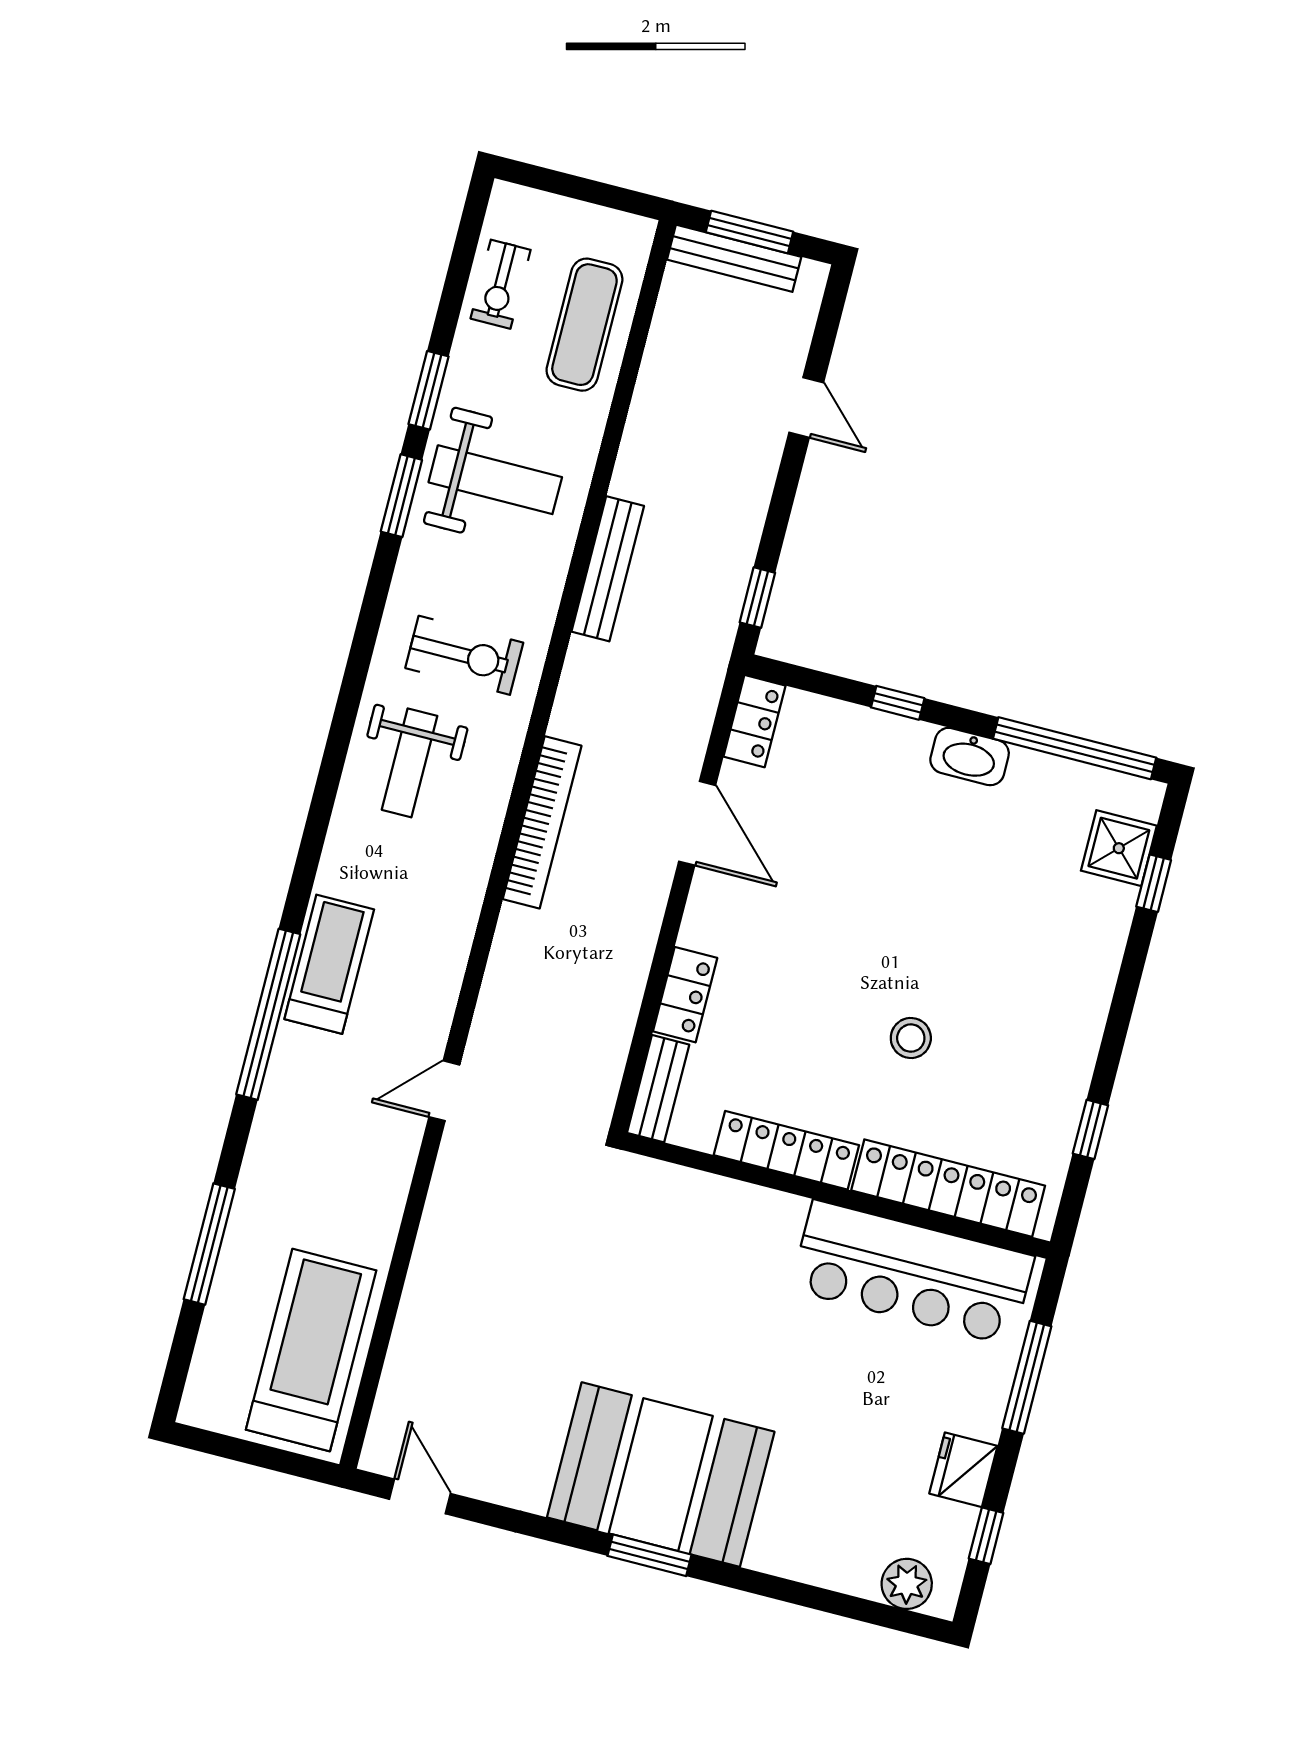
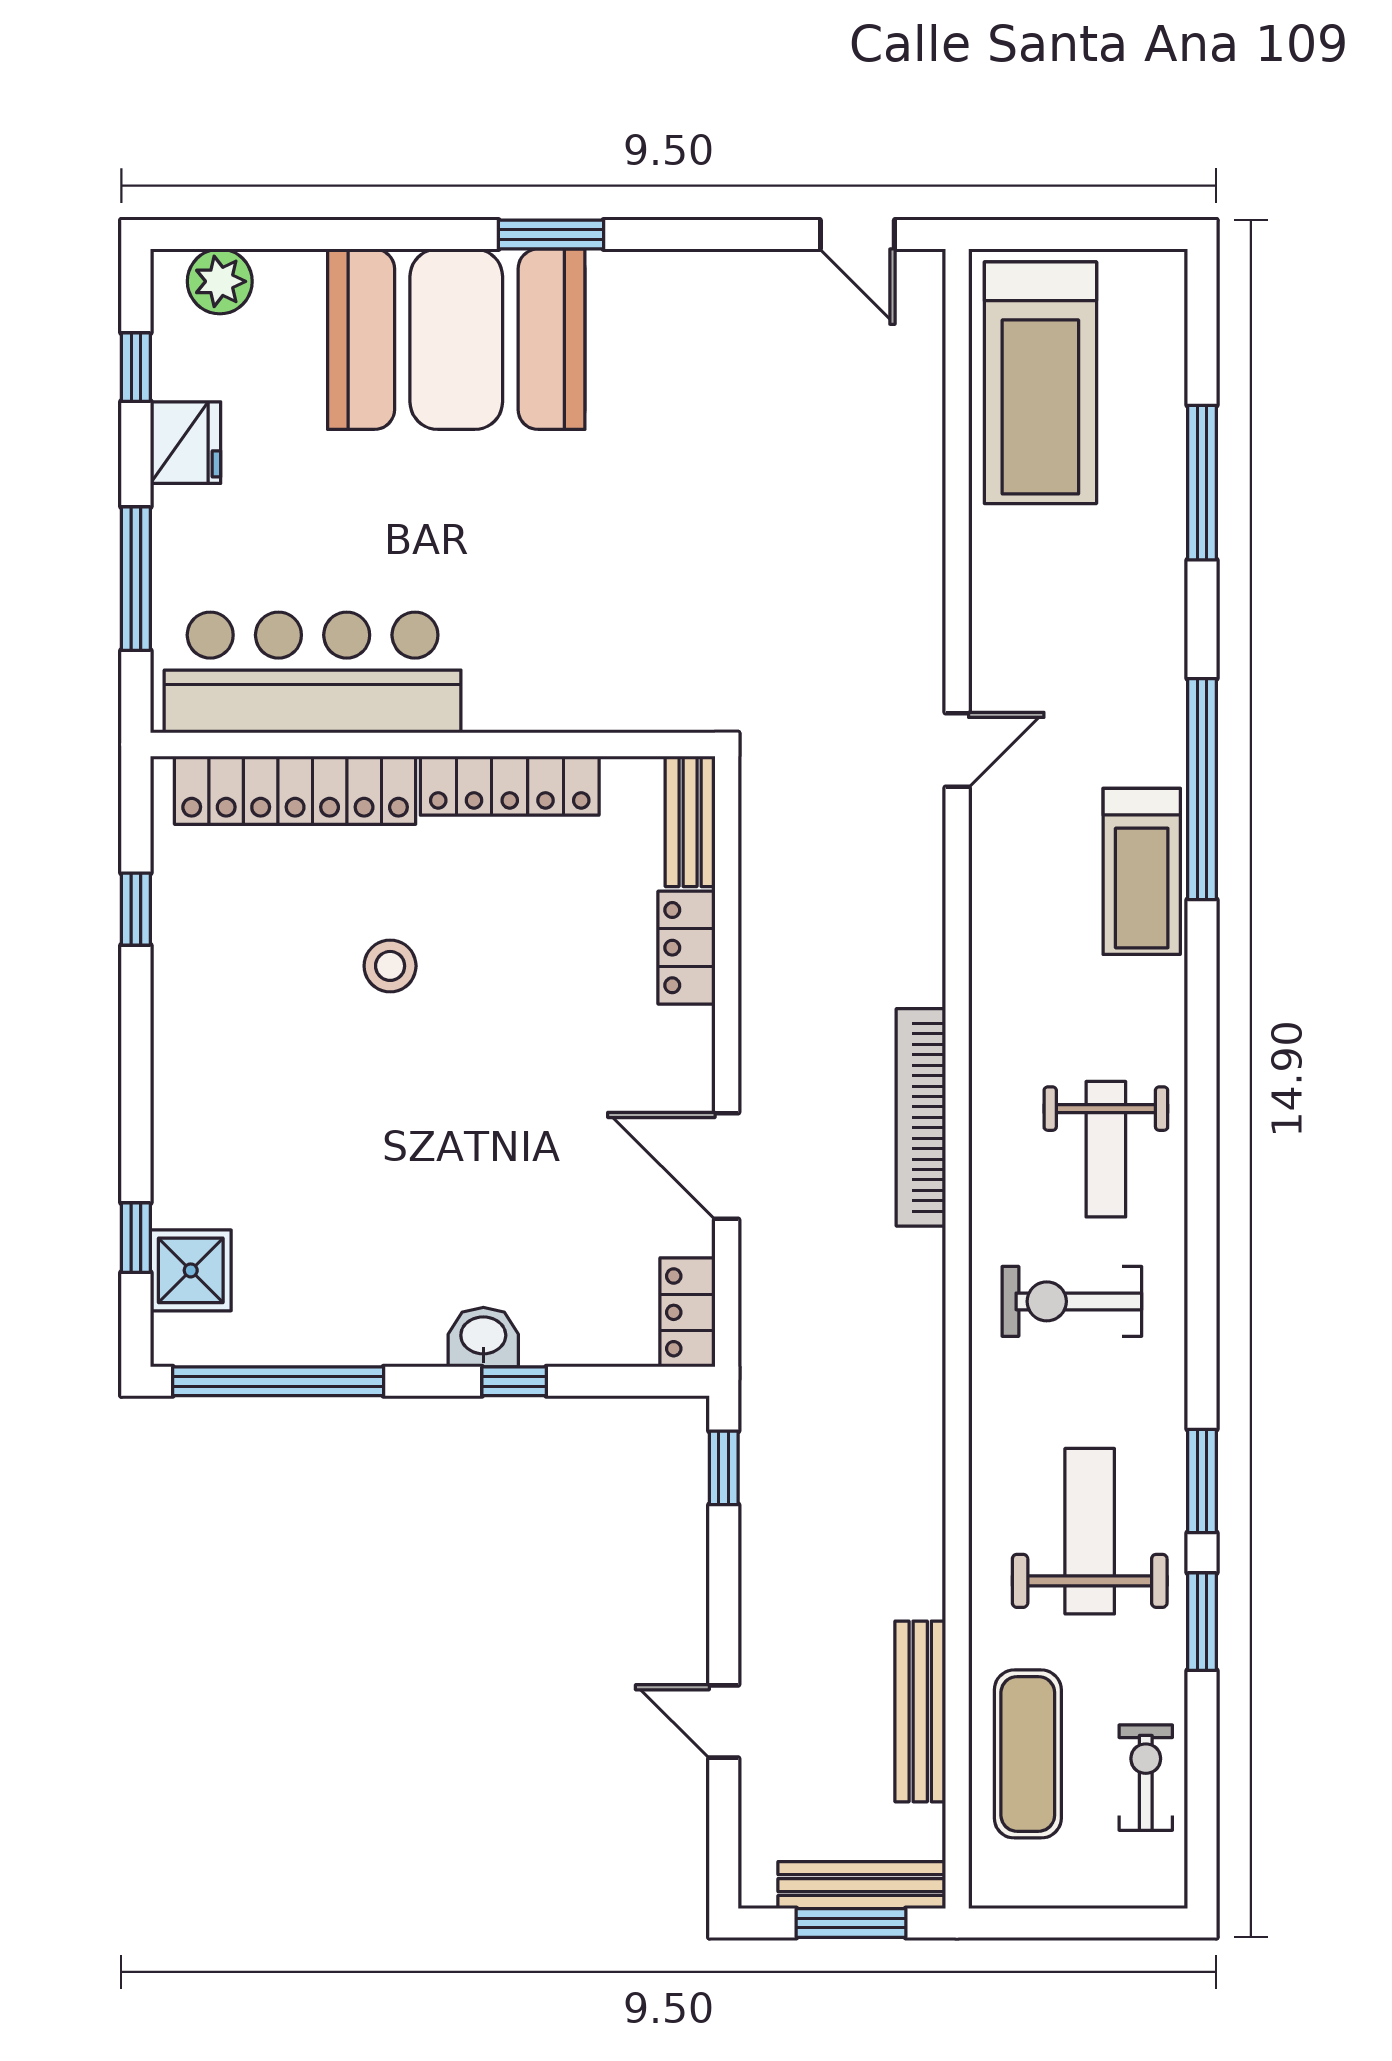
weight bench: (495, 480) -> (1090, 1531), turned 90
bench: (608, 569) -> (920, 1711), moved
washbasin: (970, 757) -> (483, 1337), moved, width x0.72
weight bench: (410, 763) -> (1106, 1149), turned 180
booth: (661, 1475) -> (456, 339), moved

